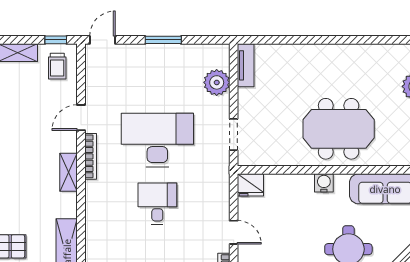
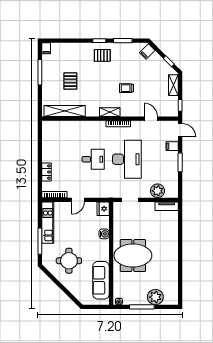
filing cabinet: (133, 55) -> (172, 146), added
trolley: (57, 66) -> (127, 88), moved
door: (81, 118) -> (151, 119), moved
meeting table: (339, 129) -> (133, 255), turned 90
water cooler: (324, 183) -> (104, 234), moved

